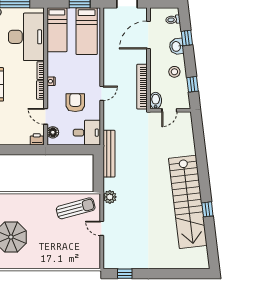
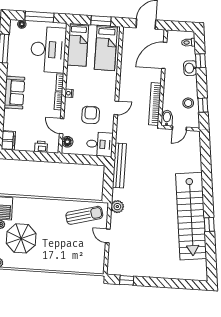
stool: (174, 72) -> (188, 103), moved
printer: (37, 139) -> (41, 147), moved

